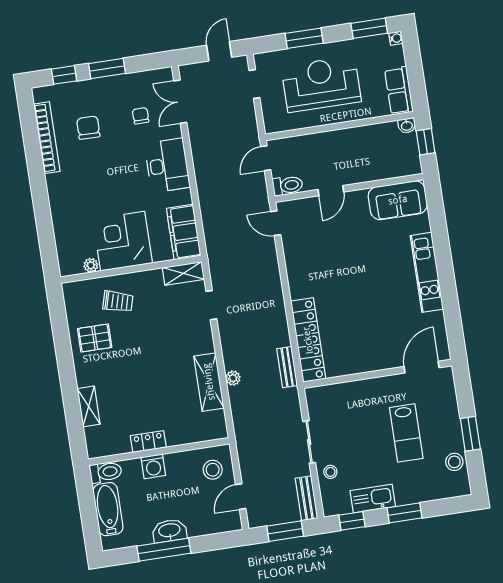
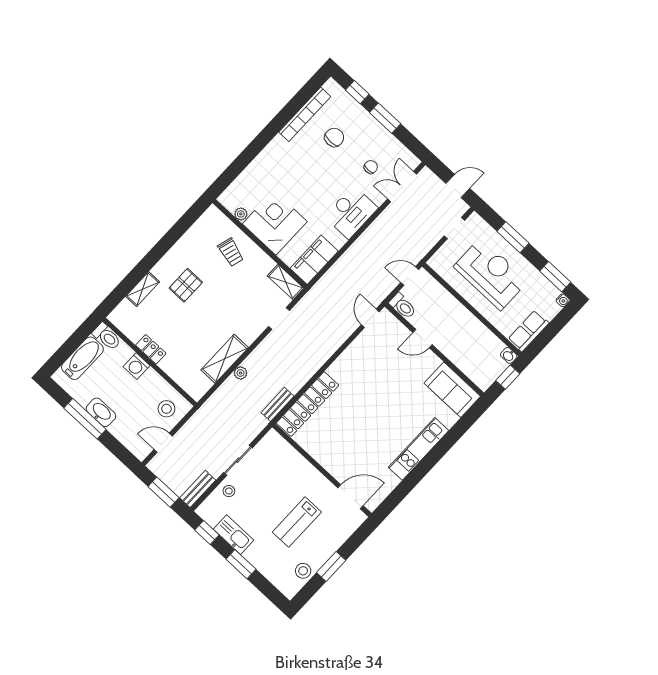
pallet: (95, 338) -> (186, 285), moved, turned 90

